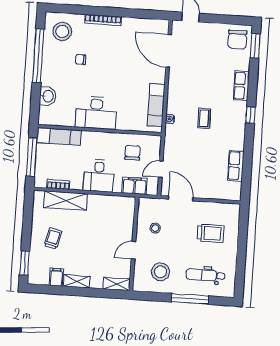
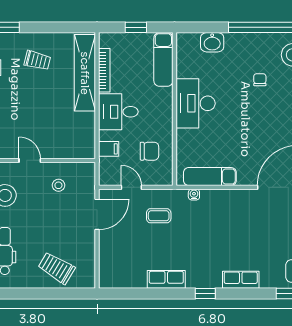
coffee table: (204, 118) -> (159, 216), moved
window: (32, 157) -> (136, 27), width x0.46
row of seats: (236, 166) -> (166, 279), moved
bookcase: (58, 184) -> (104, 70), width x1.56
filing cabinet: (134, 186) -> (109, 149), width x0.50
shelving: (66, 201) -> (85, 73), width x1.47
trolley: (211, 233) -> (56, 268), moved, turned 121

